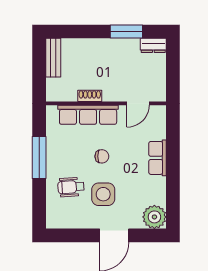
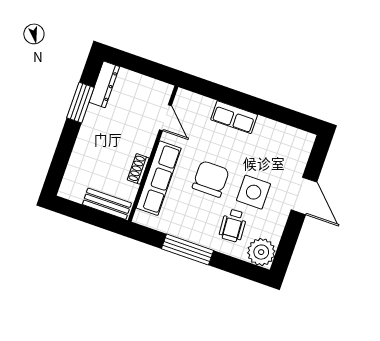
dresser: (153, 45) -> (104, 84), width x1.44
bench: (53, 58) -> (107, 204), moved
chair: (102, 156) -> (211, 179), width x1.87, depth x1.87
plant: (154, 217) -> (261, 252), moved

